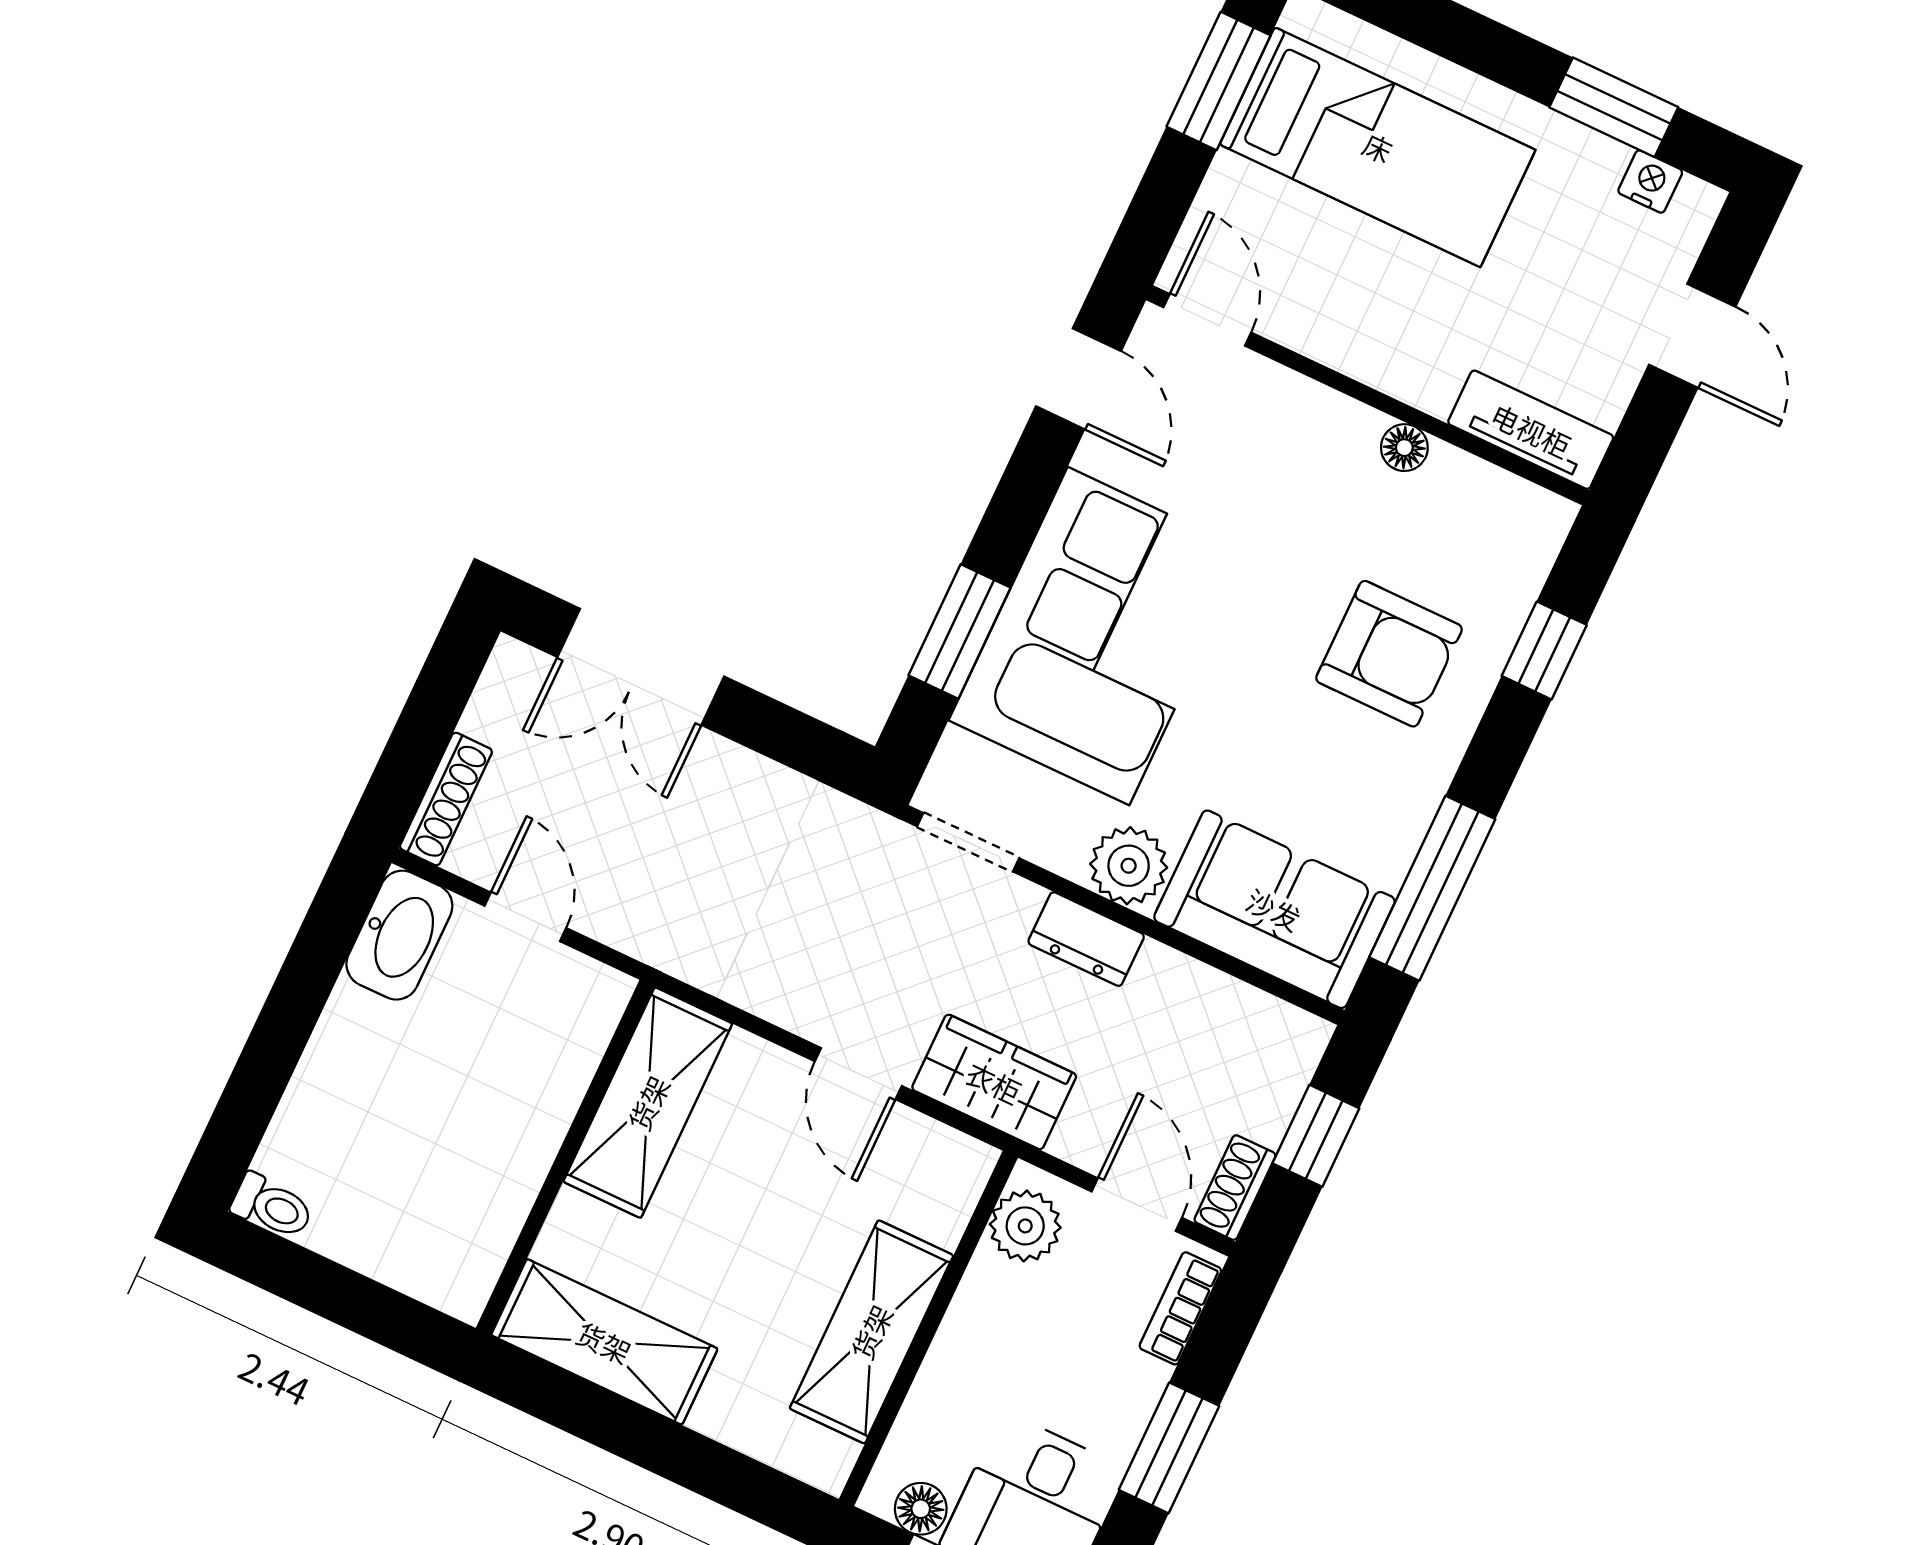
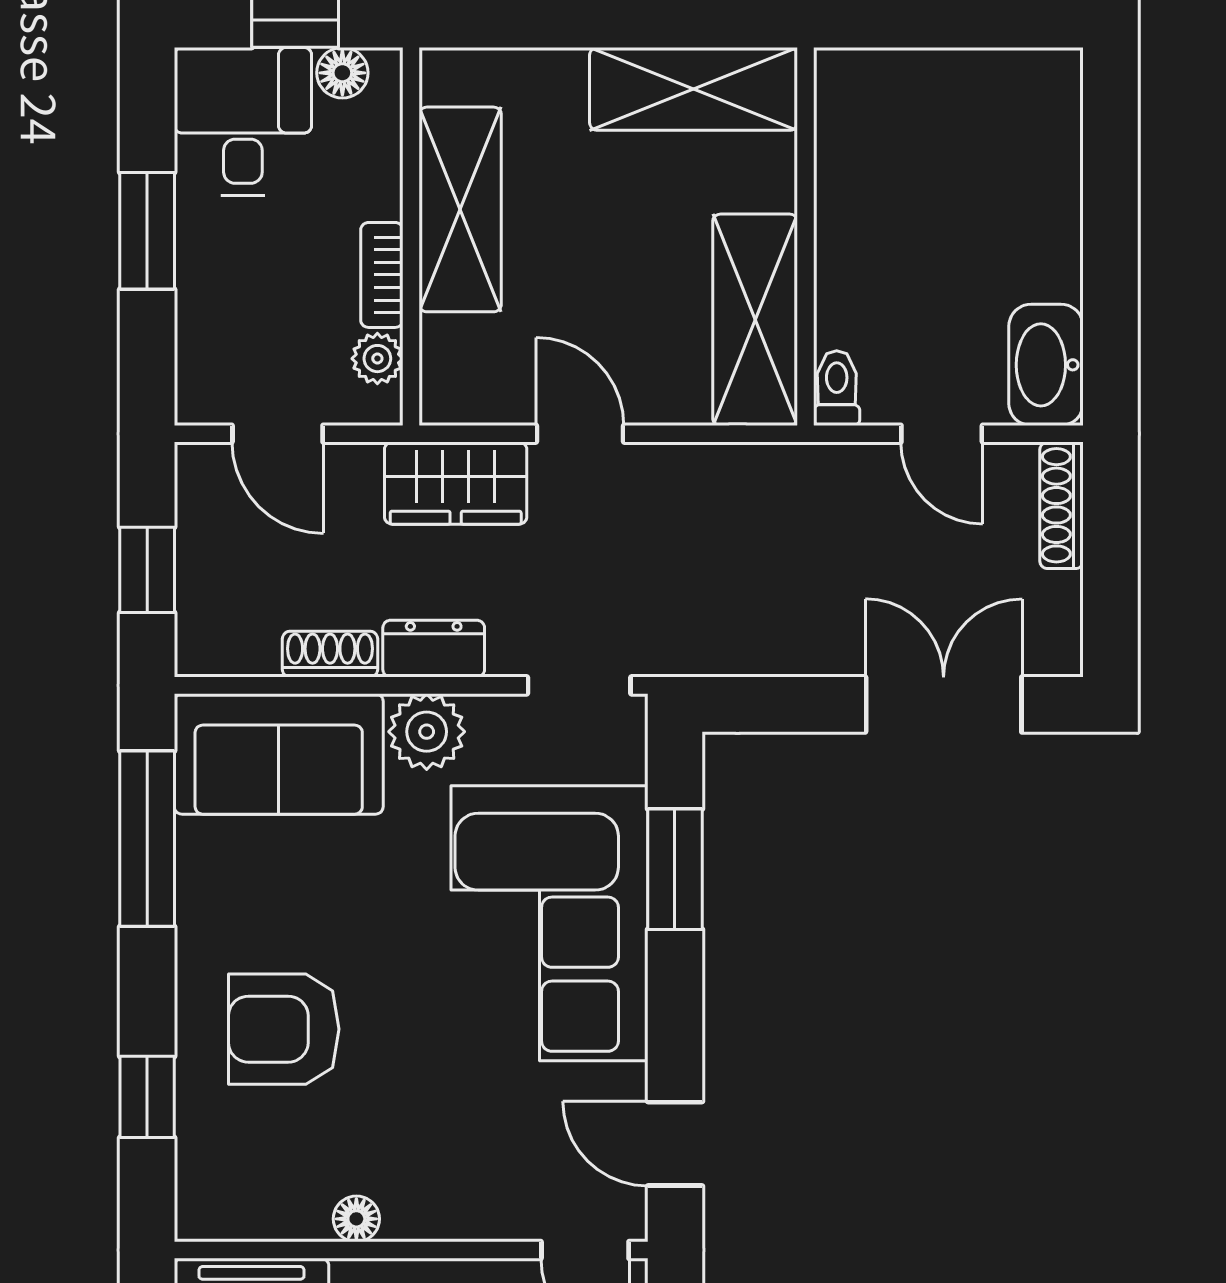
shoe rack: (1235, 1188) -> (330, 654), moved, turned -90
toilet: (272, 1206) -> (837, 388), moved, turned 90
plant: (1025, 1226) -> (377, 359), width x0.73, depth x0.73
bookcase: (1180, 1308) -> (382, 275), moved, turned 180

